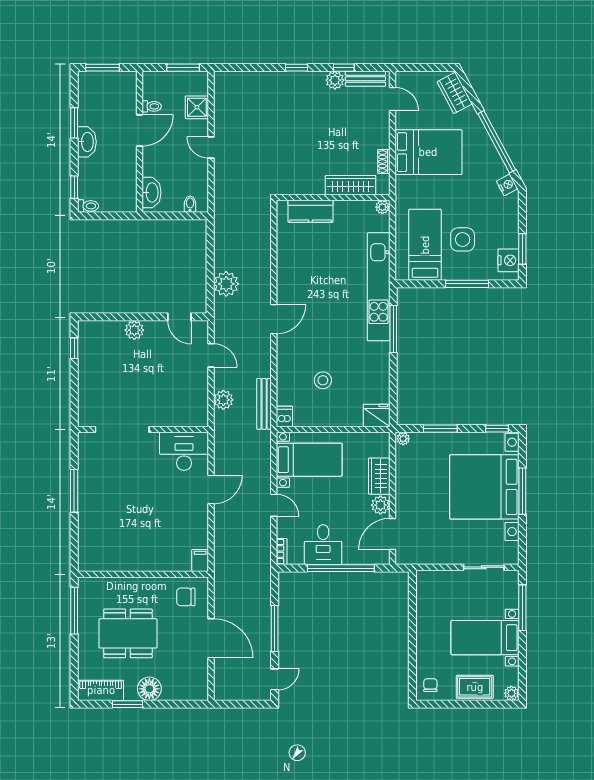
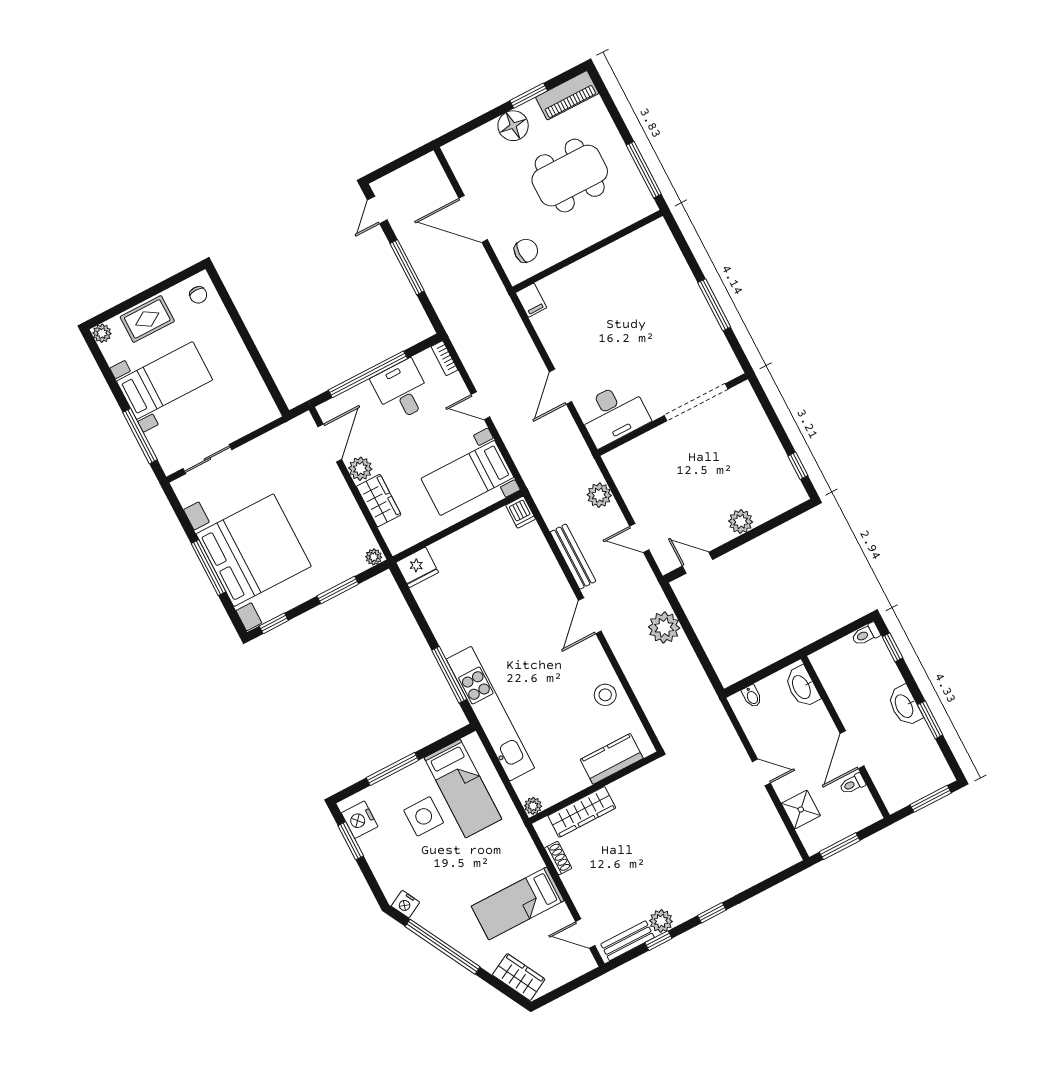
bed: (428, 152) -> (518, 903), width x0.67
stool: (323, 380) -> (605, 695), moved
bench: (264, 404) -> (573, 557), moved

